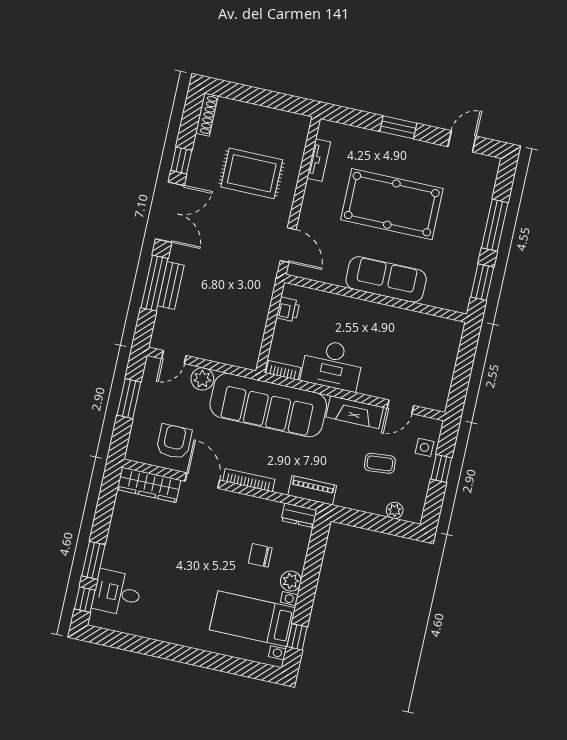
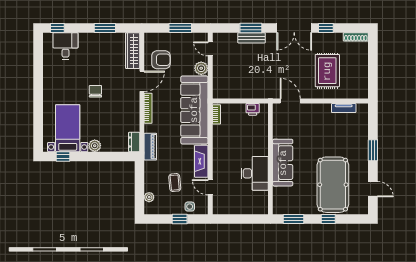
pool table: (392, 204) -> (333, 185), moved
window: (495, 225) -> (328, 219), width x0.46
door: (288, 245) -> (290, 101), swing flipped
window: (154, 283) -> (251, 28), width x0.69
desk: (332, 365) -> (255, 173), moved, turned 180
chair: (260, 555) -> (95, 91), moved
window: (93, 560) -> (105, 28), moved

